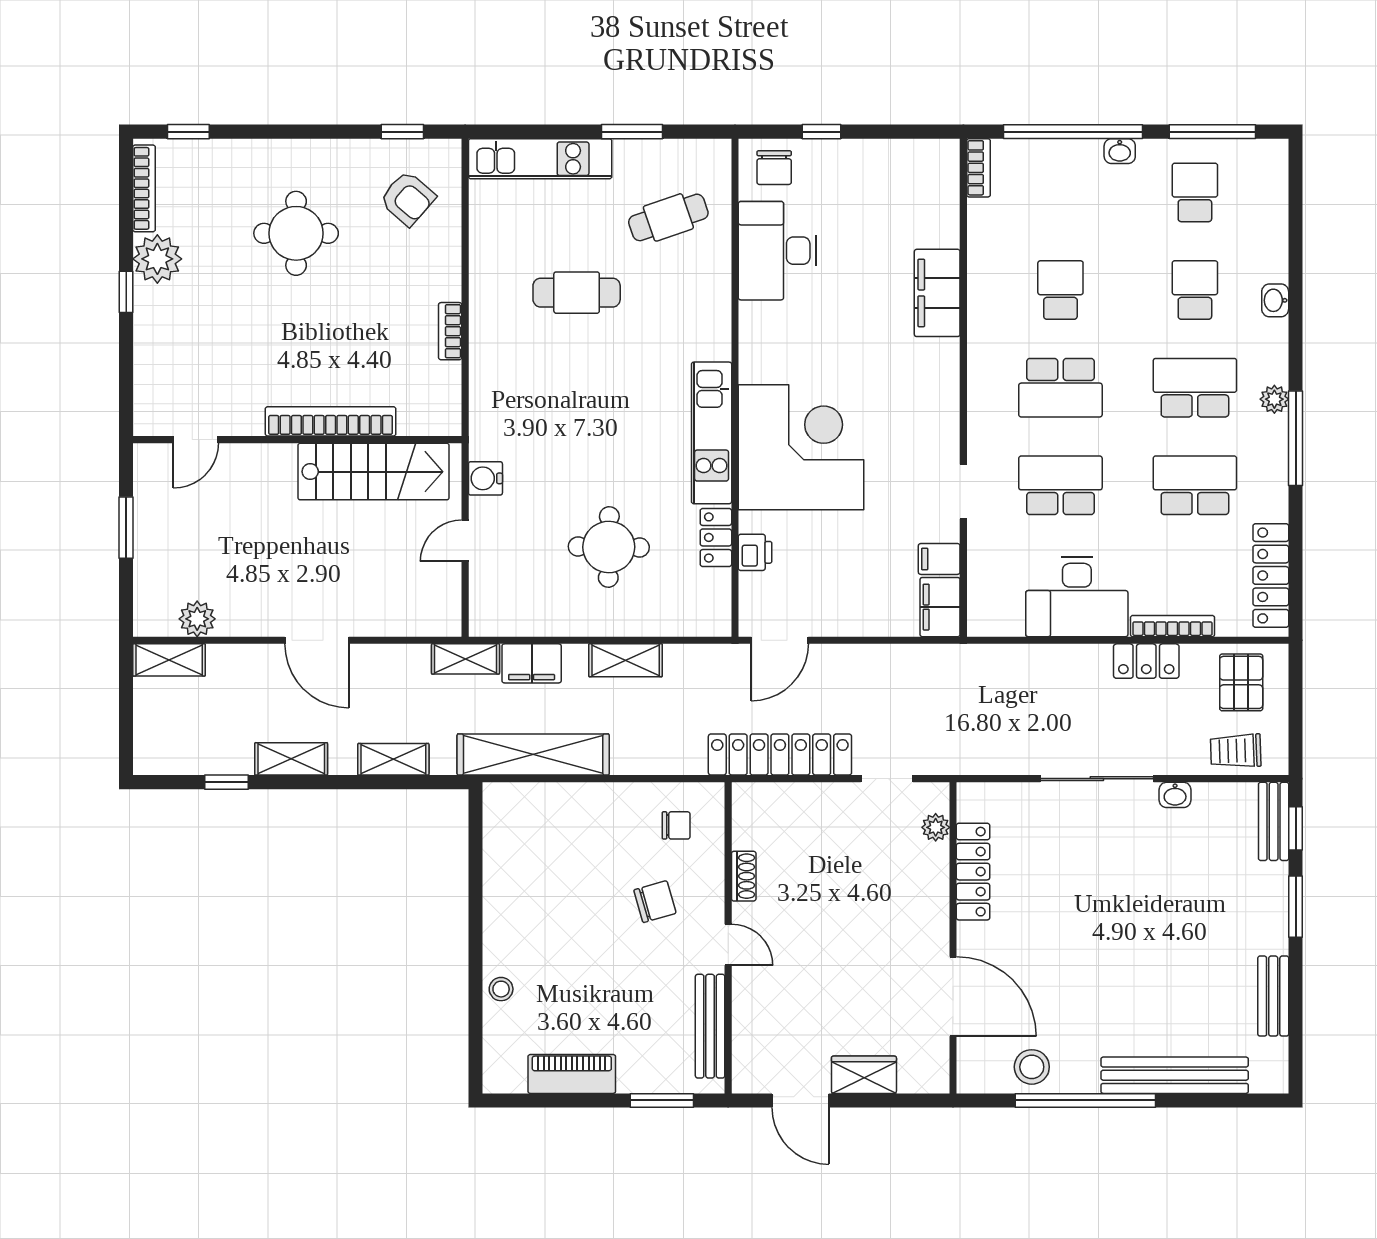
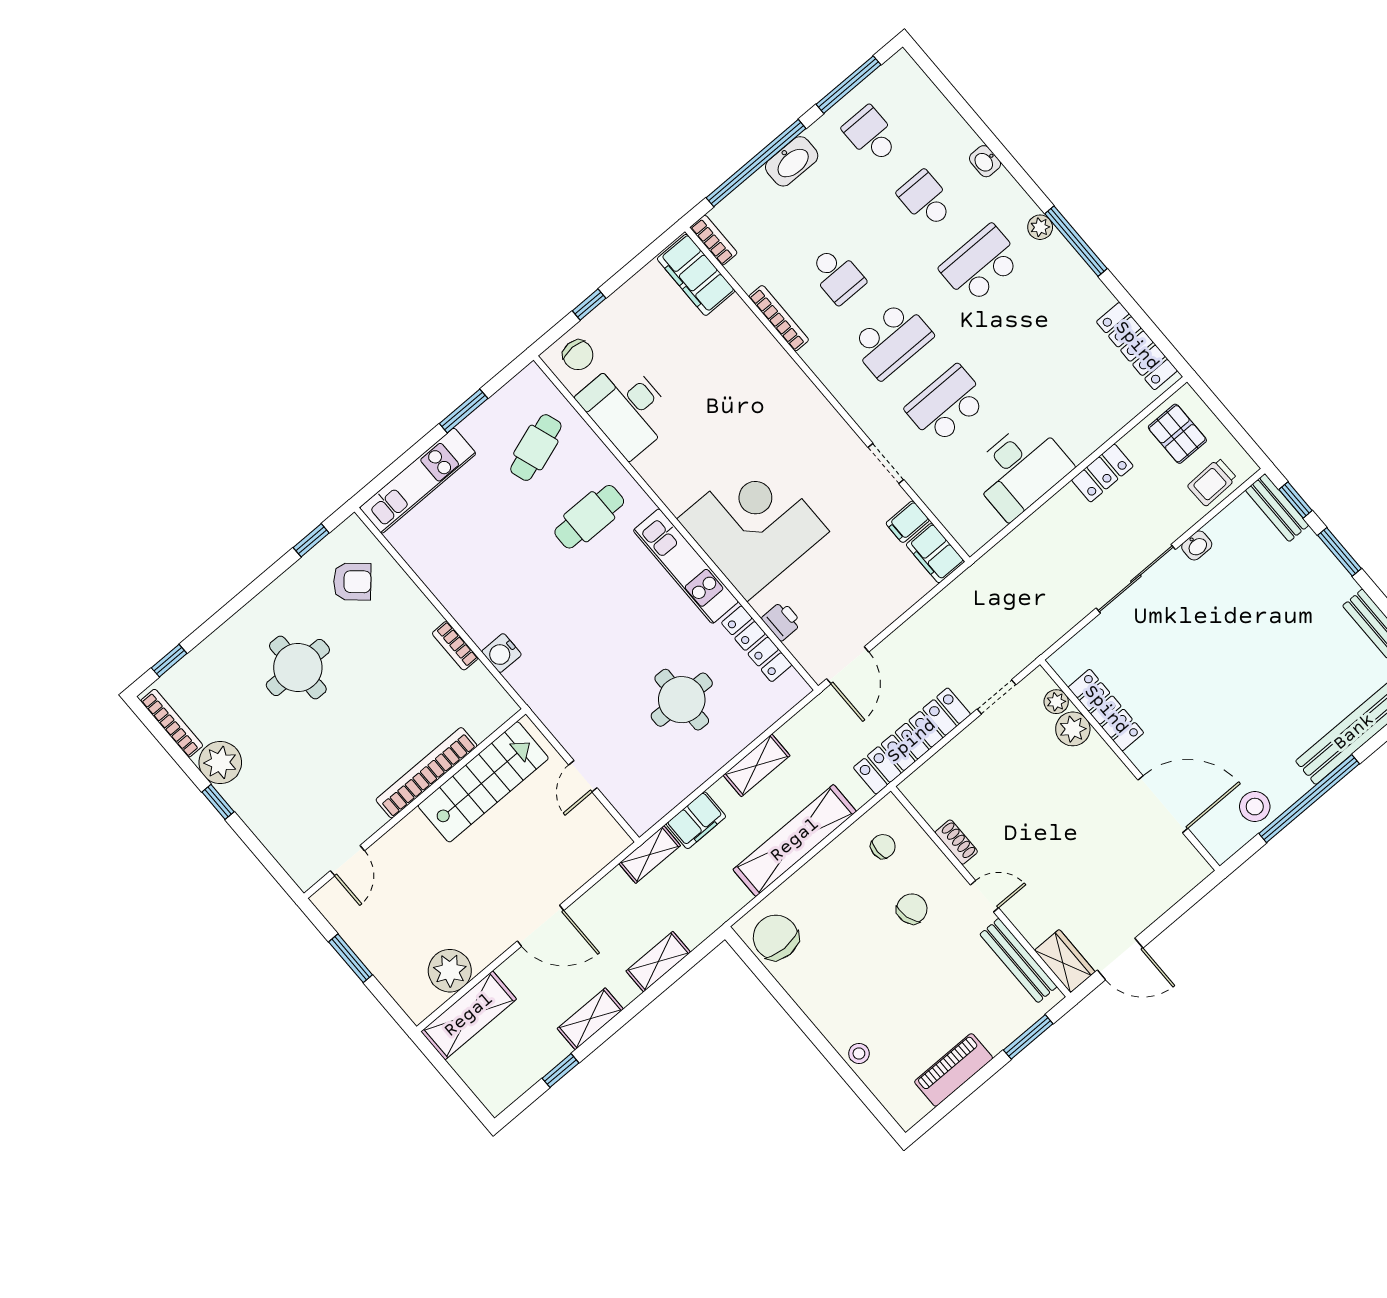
washbasin: (1120, 151) -> (792, 161), width x1.91, depth x1.45
school desk: (1060, 290) -> (837, 275), turned 180
cafe table: (577, 293) -> (589, 517), moved
filing cabinet: (937, 293) -> (696, 275), moved
water cooler: (485, 478) -> (502, 653), moved
school desk: (1195, 485) -> (1036, 329), removed
locker: (716, 537) -> (757, 644), width x1.53
plant: (197, 619) -> (450, 971), width x1.36, depth x1.36
bookcase: (1173, 626) -> (779, 318), moved, turned 90
shelving: (169, 660) -> (469, 1015), width x1.50, depth x1.33
shelving: (533, 754) -> (795, 840), moved
chair: (514, 825) -> (776, 937), added
plant: (930, 864) -> (1073, 729), added
wardrobe: (864, 1075) -> (1065, 961), moved, turned 90

